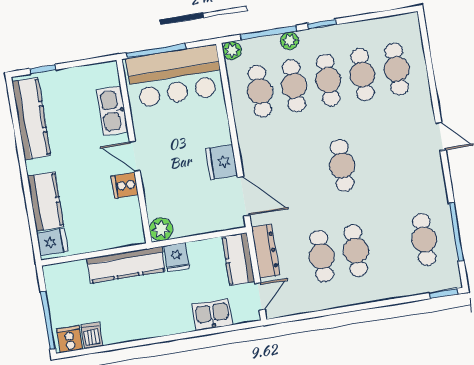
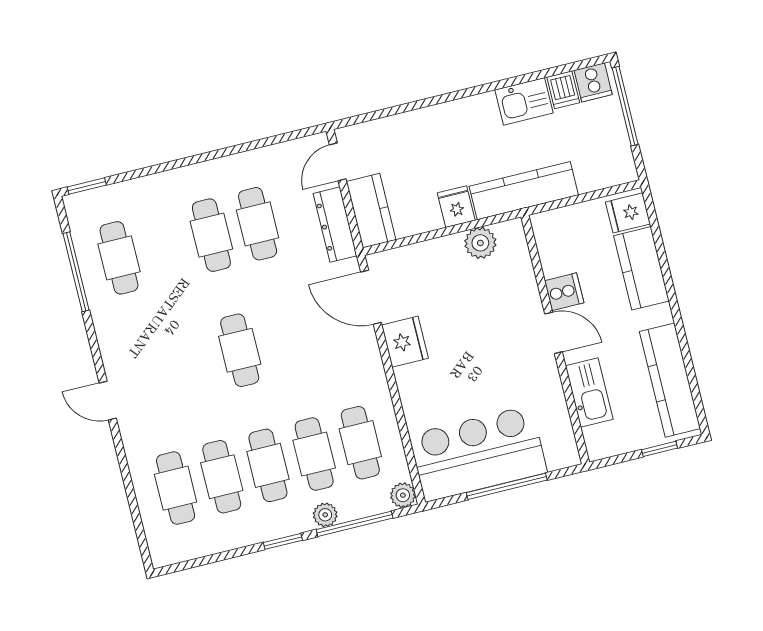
kitchen sink: (112, 111) -> (589, 393), moved
wall: (134, 151) -> (555, 339), moved
door: (135, 156) -> (554, 333), moved
cooker: (125, 185) -> (564, 292), moved
kitchen sink: (212, 315) -> (524, 101), moved

